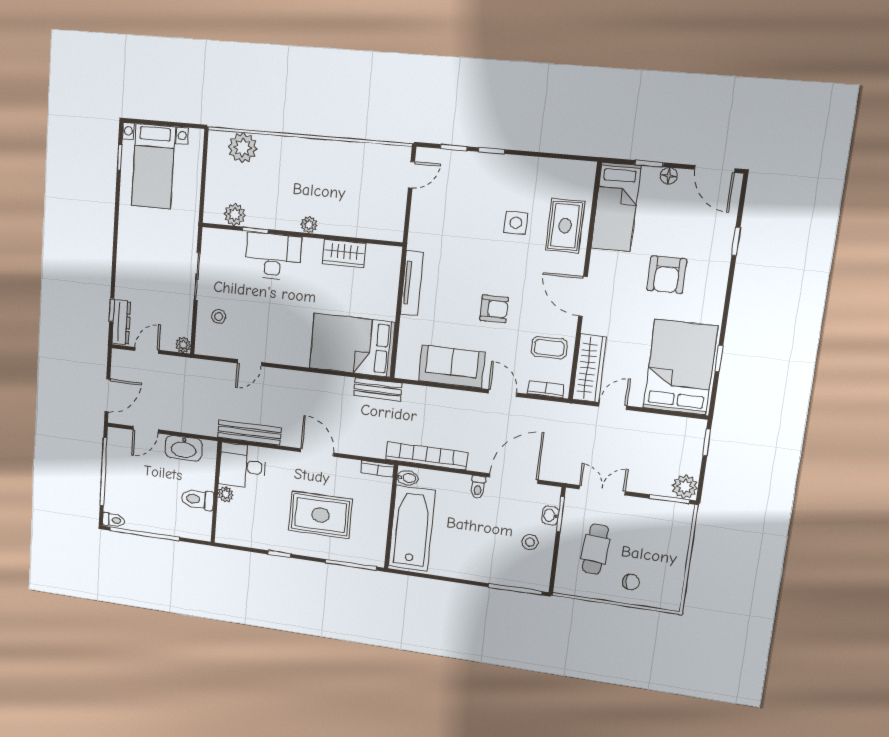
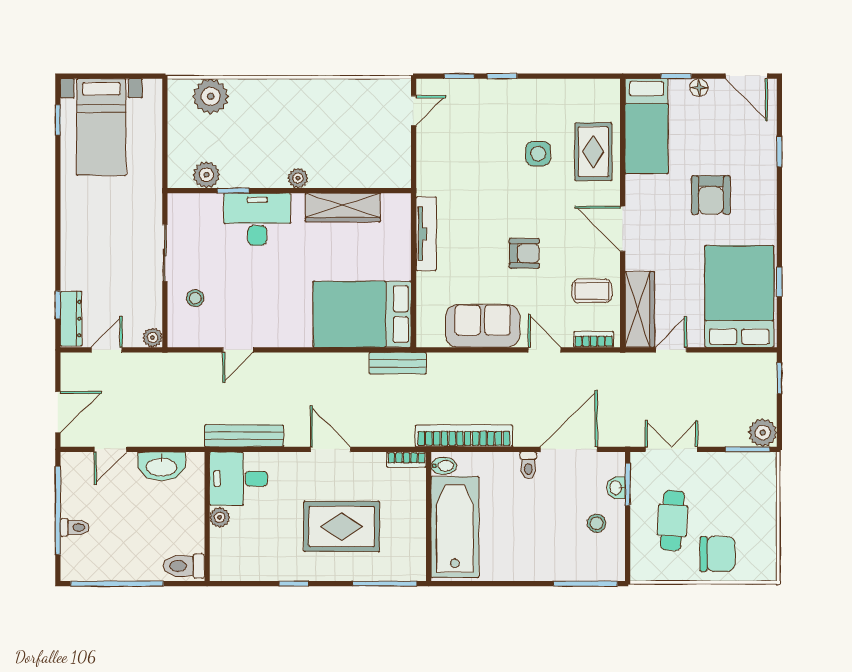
wardrobe: (344, 253) -> (343, 207), width x1.50
toilet: (198, 499) -> (184, 566), moved
toilet: (114, 520) -> (75, 527), moved
chair: (631, 582) -> (718, 554), width x1.87, depth x1.87

